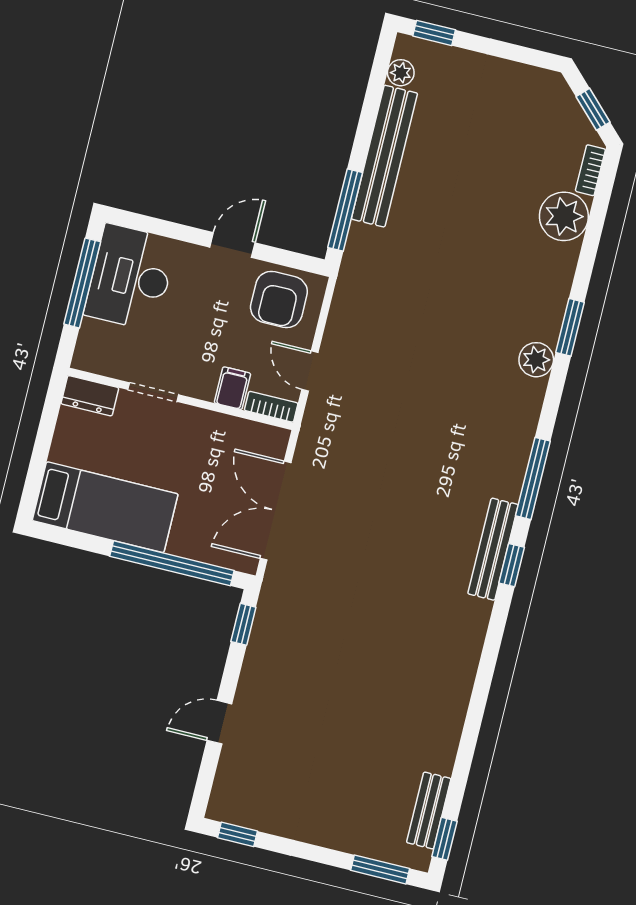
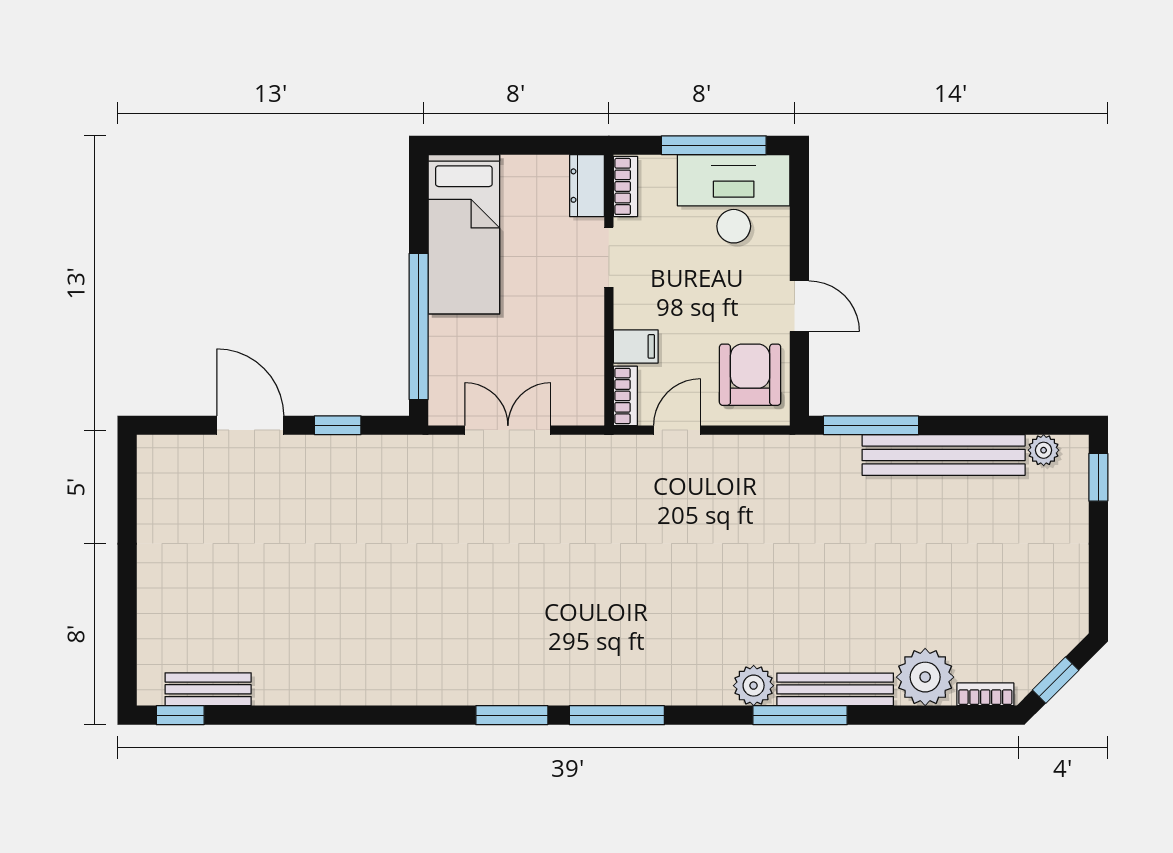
armchair: (279, 300) -> (750, 375), turned 90
window: (570, 327) -> (800, 715), width x1.44
bookcase: (98, 364) -> (626, 186), added
double door: (276, 511) -> (508, 430), width x0.73
bench: (493, 549) -> (835, 689), moved
window: (512, 565) -> (512, 715), width x1.50
window: (243, 624) -> (338, 425), moved
door: (219, 722) -> (250, 425), width x1.38
window: (237, 834) -> (127, 477), removed
window: (380, 869) -> (127, 650), removed

